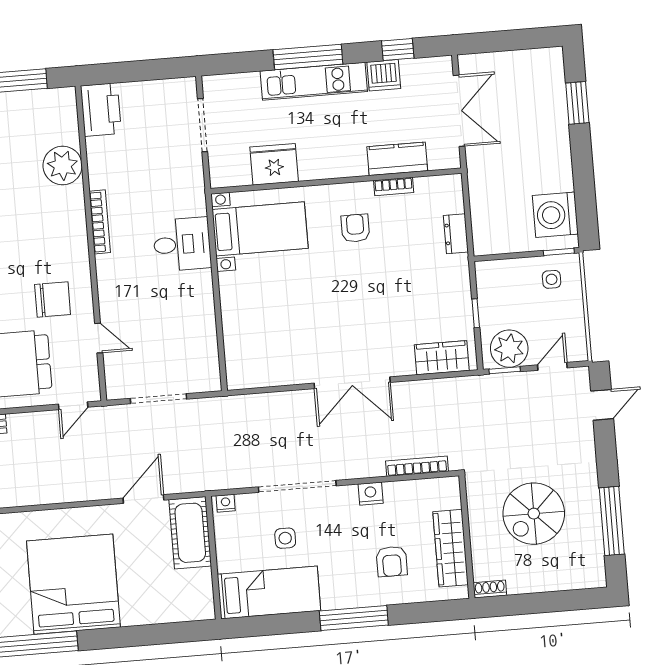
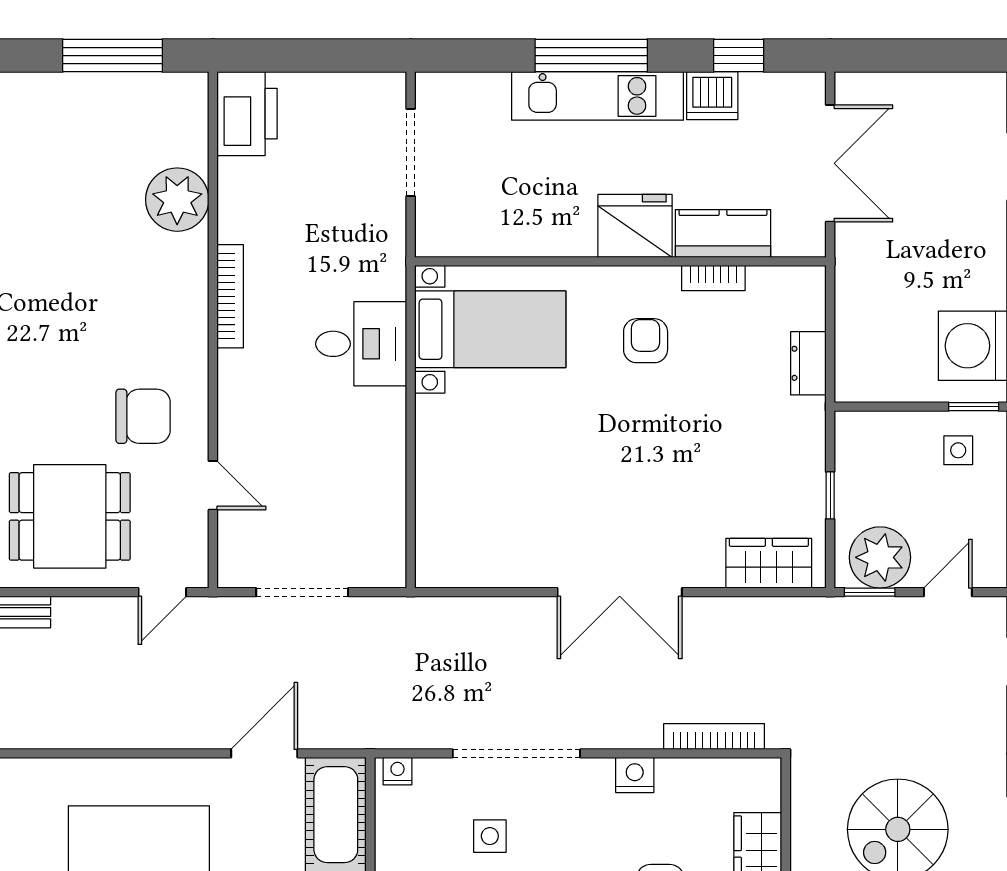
fridge: (274, 164) -> (635, 226), moved

